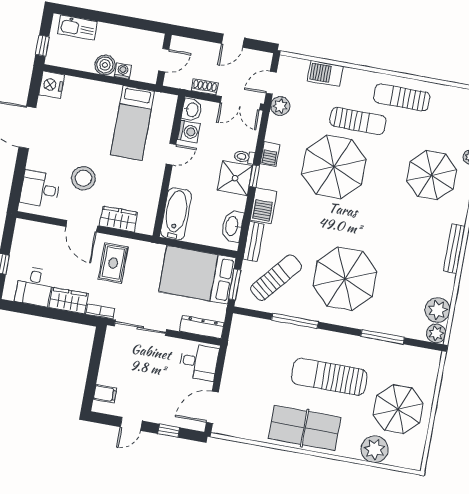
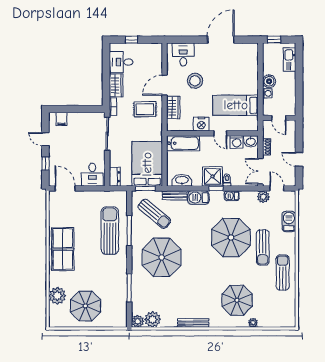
nightstand: (52, 85) -> (201, 124), moved, turned 180
dresser: (202, 327) -> (115, 177), width x0.70
sun lounger: (329, 377) -> (110, 231), moved

